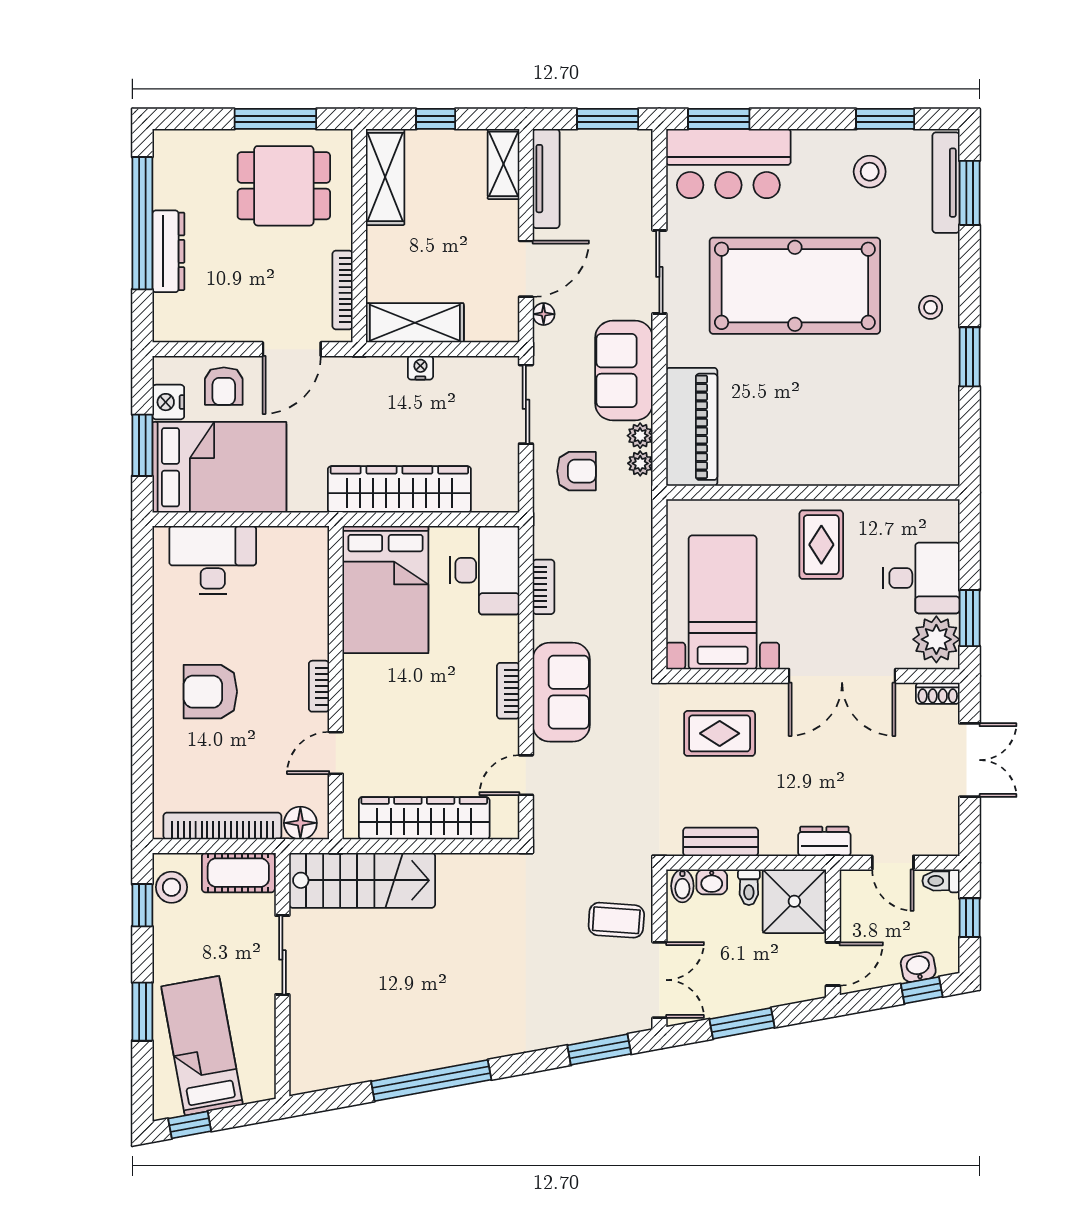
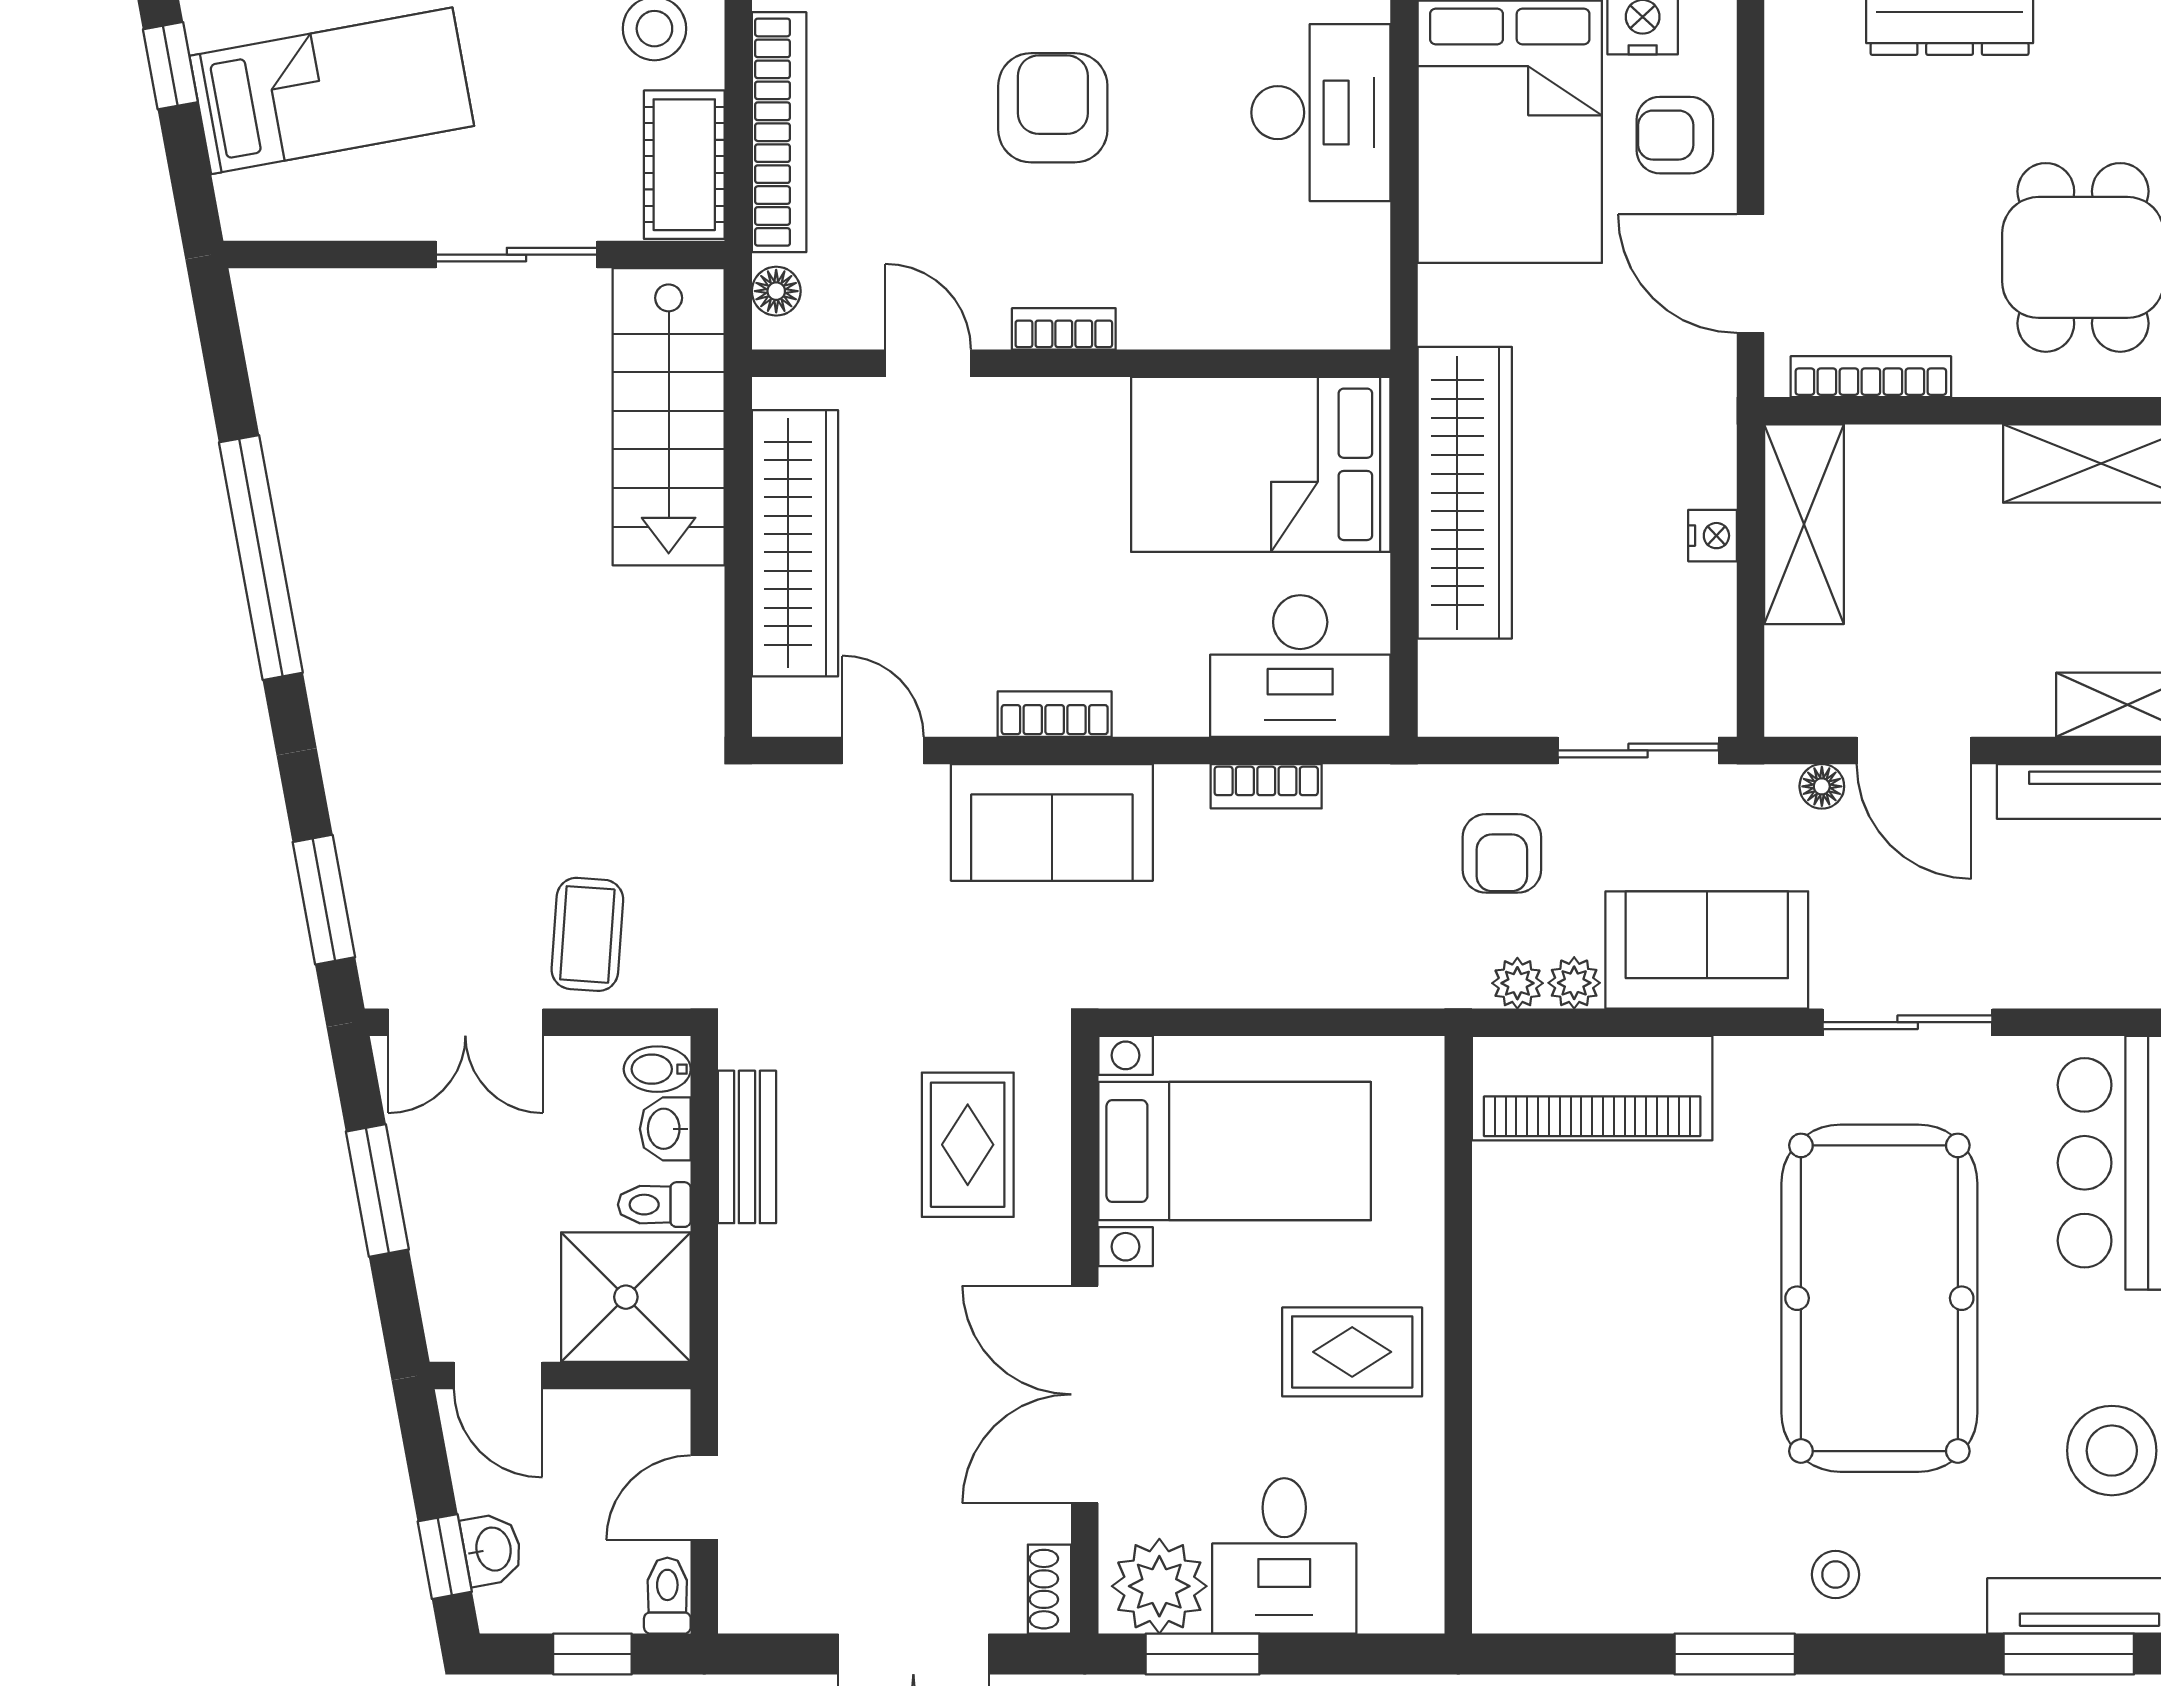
stool: (870, 172) -> (2112, 1451), width x1.38, depth x1.38
floor lamp: (300, 823) -> (776, 291), width x0.73, depth x0.73
dresser: (824, 841) -> (748, 1358), removed

